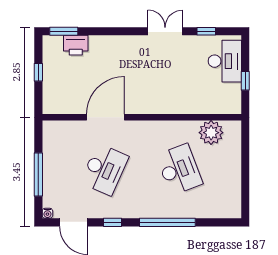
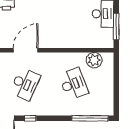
window: (245, 81) -> (116, 27), width x2.17
window: (167, 222) -> (90, 118), moved

